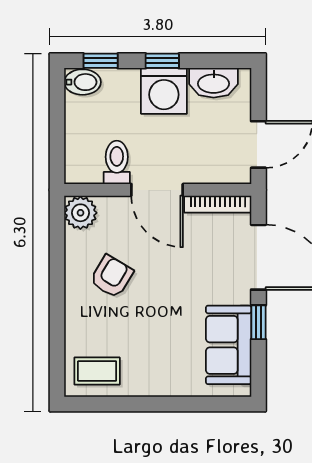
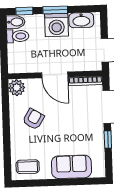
window: (162, 61) -> (55, 10), width x1.50
toilet: (117, 162) -> (18, 36), moved, turned 90
sofa: (229, 345) -> (71, 167), moved, turned 90

